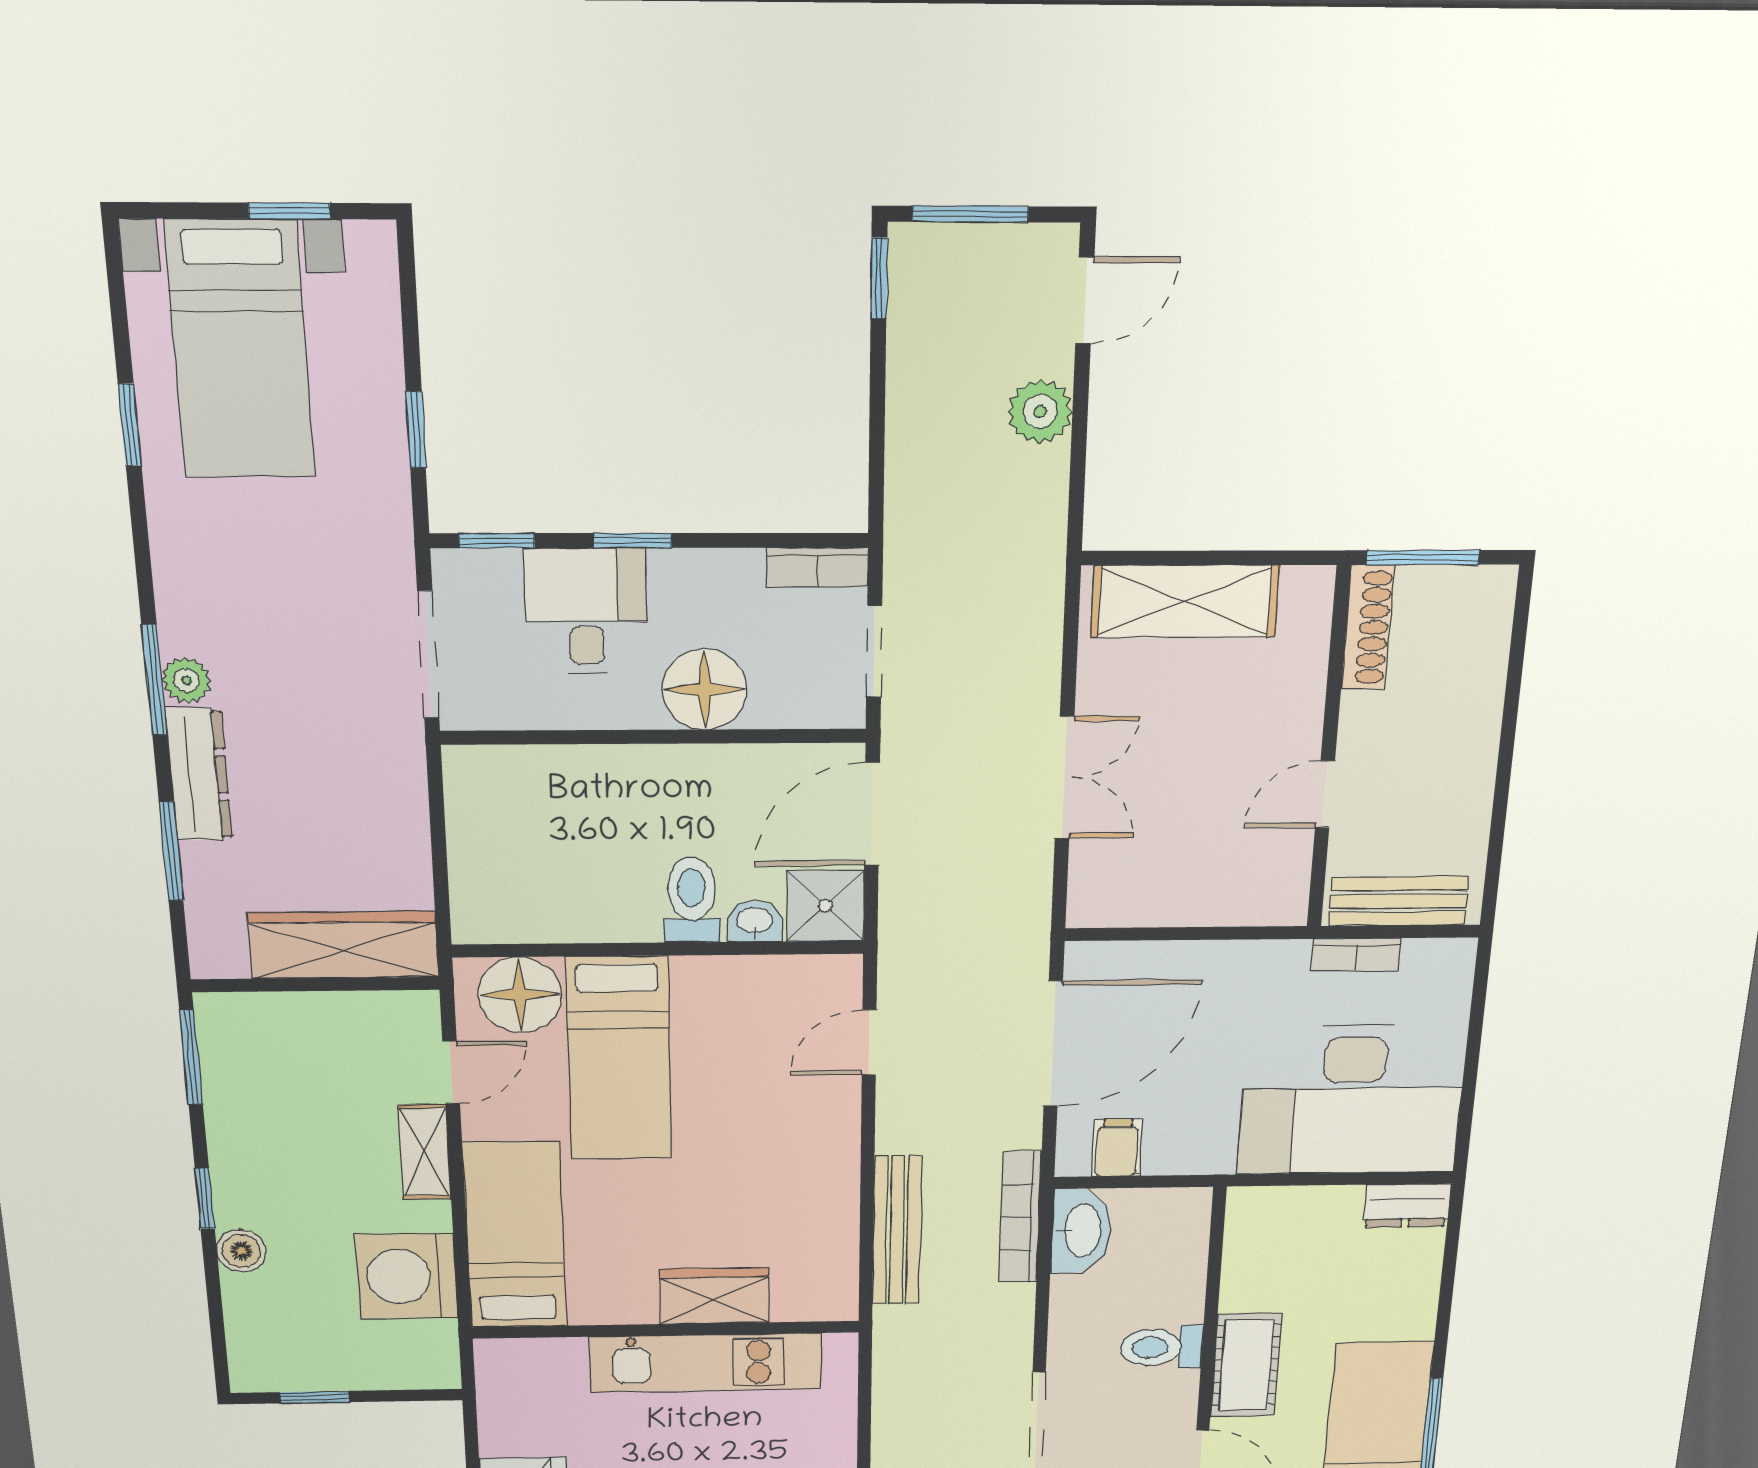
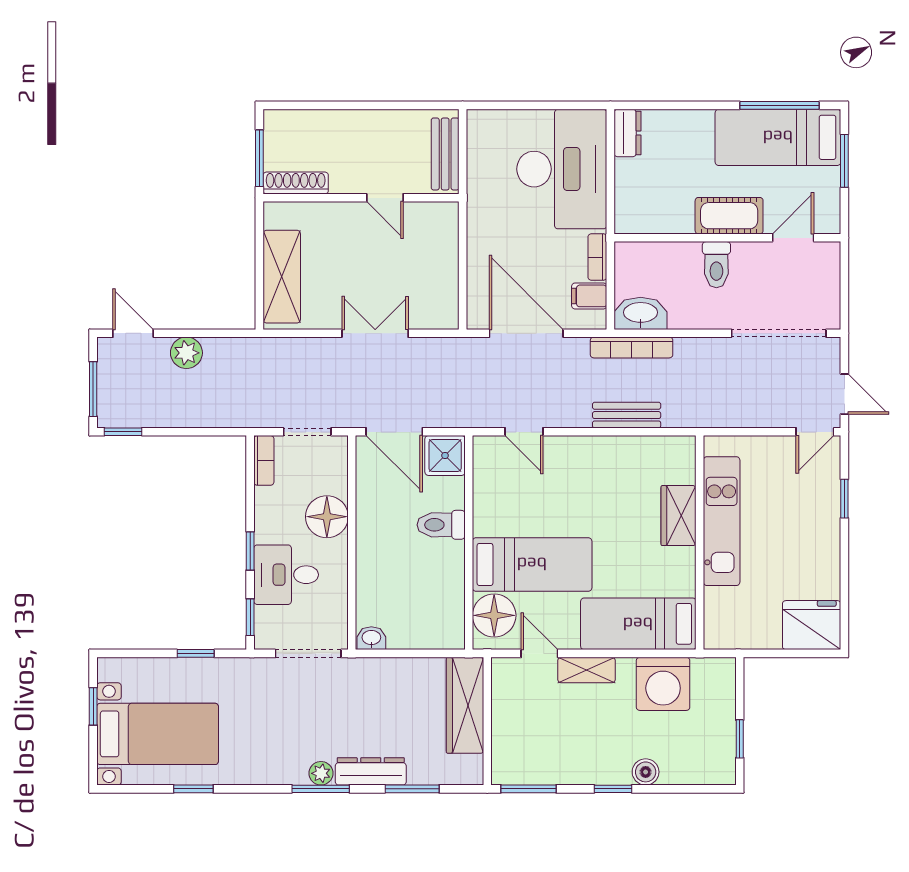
washbasin: (754, 921) -> (371, 638), moved, turned 90
bookcase: (1356, 955) -> (597, 257), moved, turned 180
bench: (897, 1231) -> (627, 415), width x0.73

